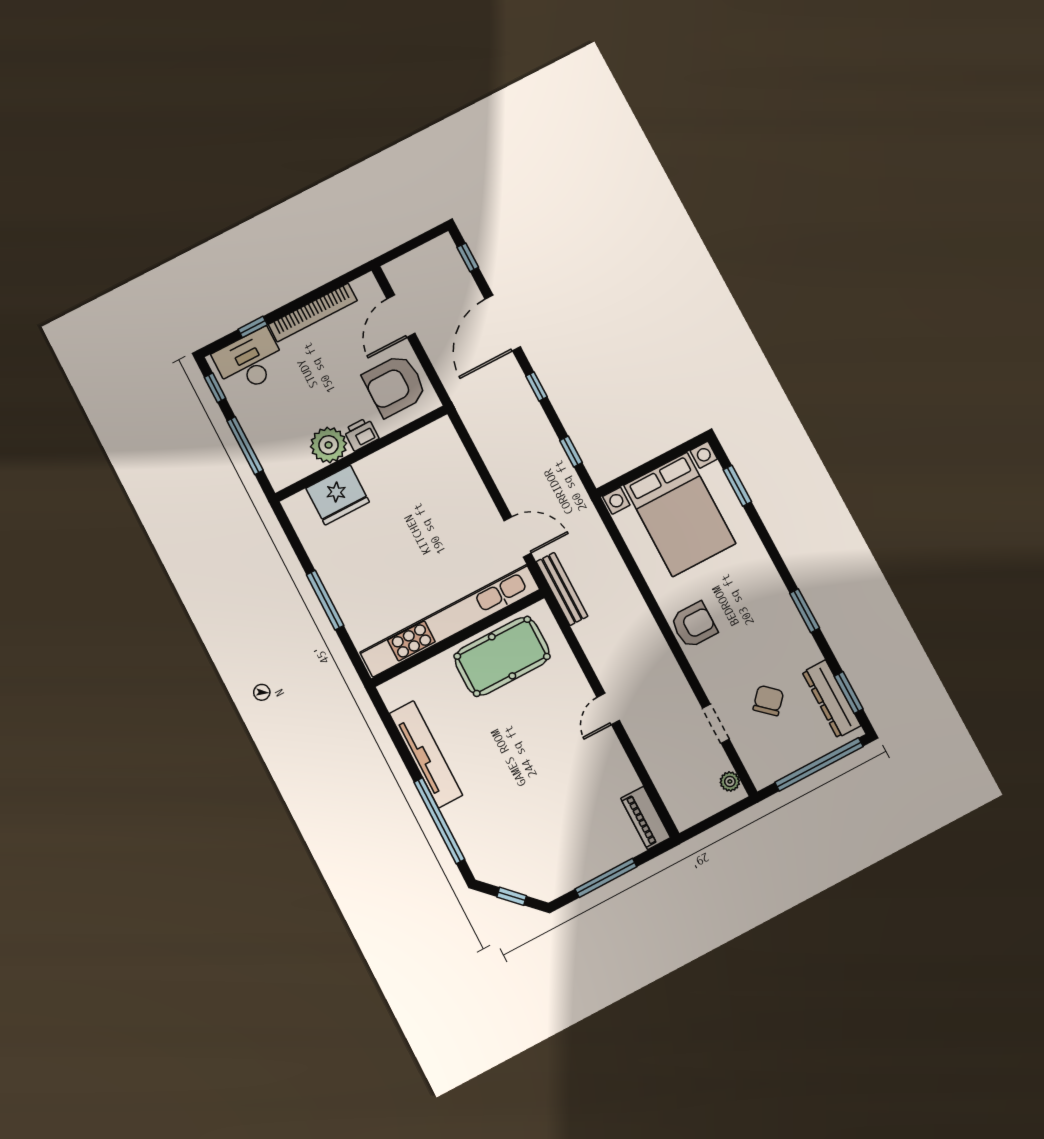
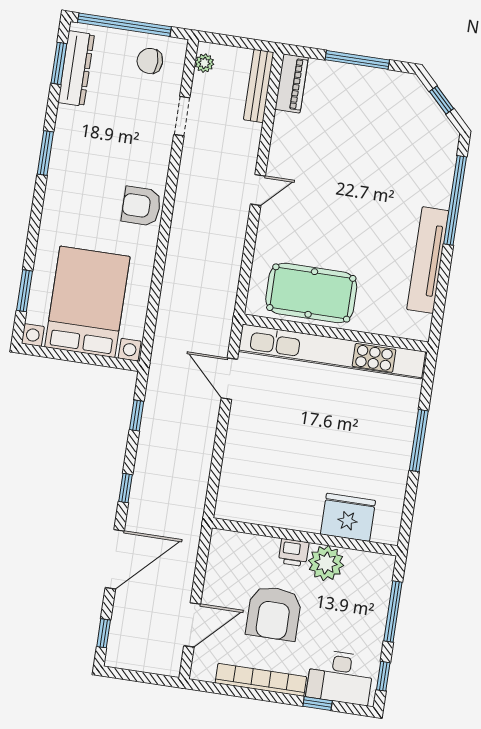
armchair: (395, 385) -> (274, 613), moved, turned 90
bench: (562, 589) -> (259, 86), moved
chair: (768, 701) -> (150, 61), moved, turned 48

